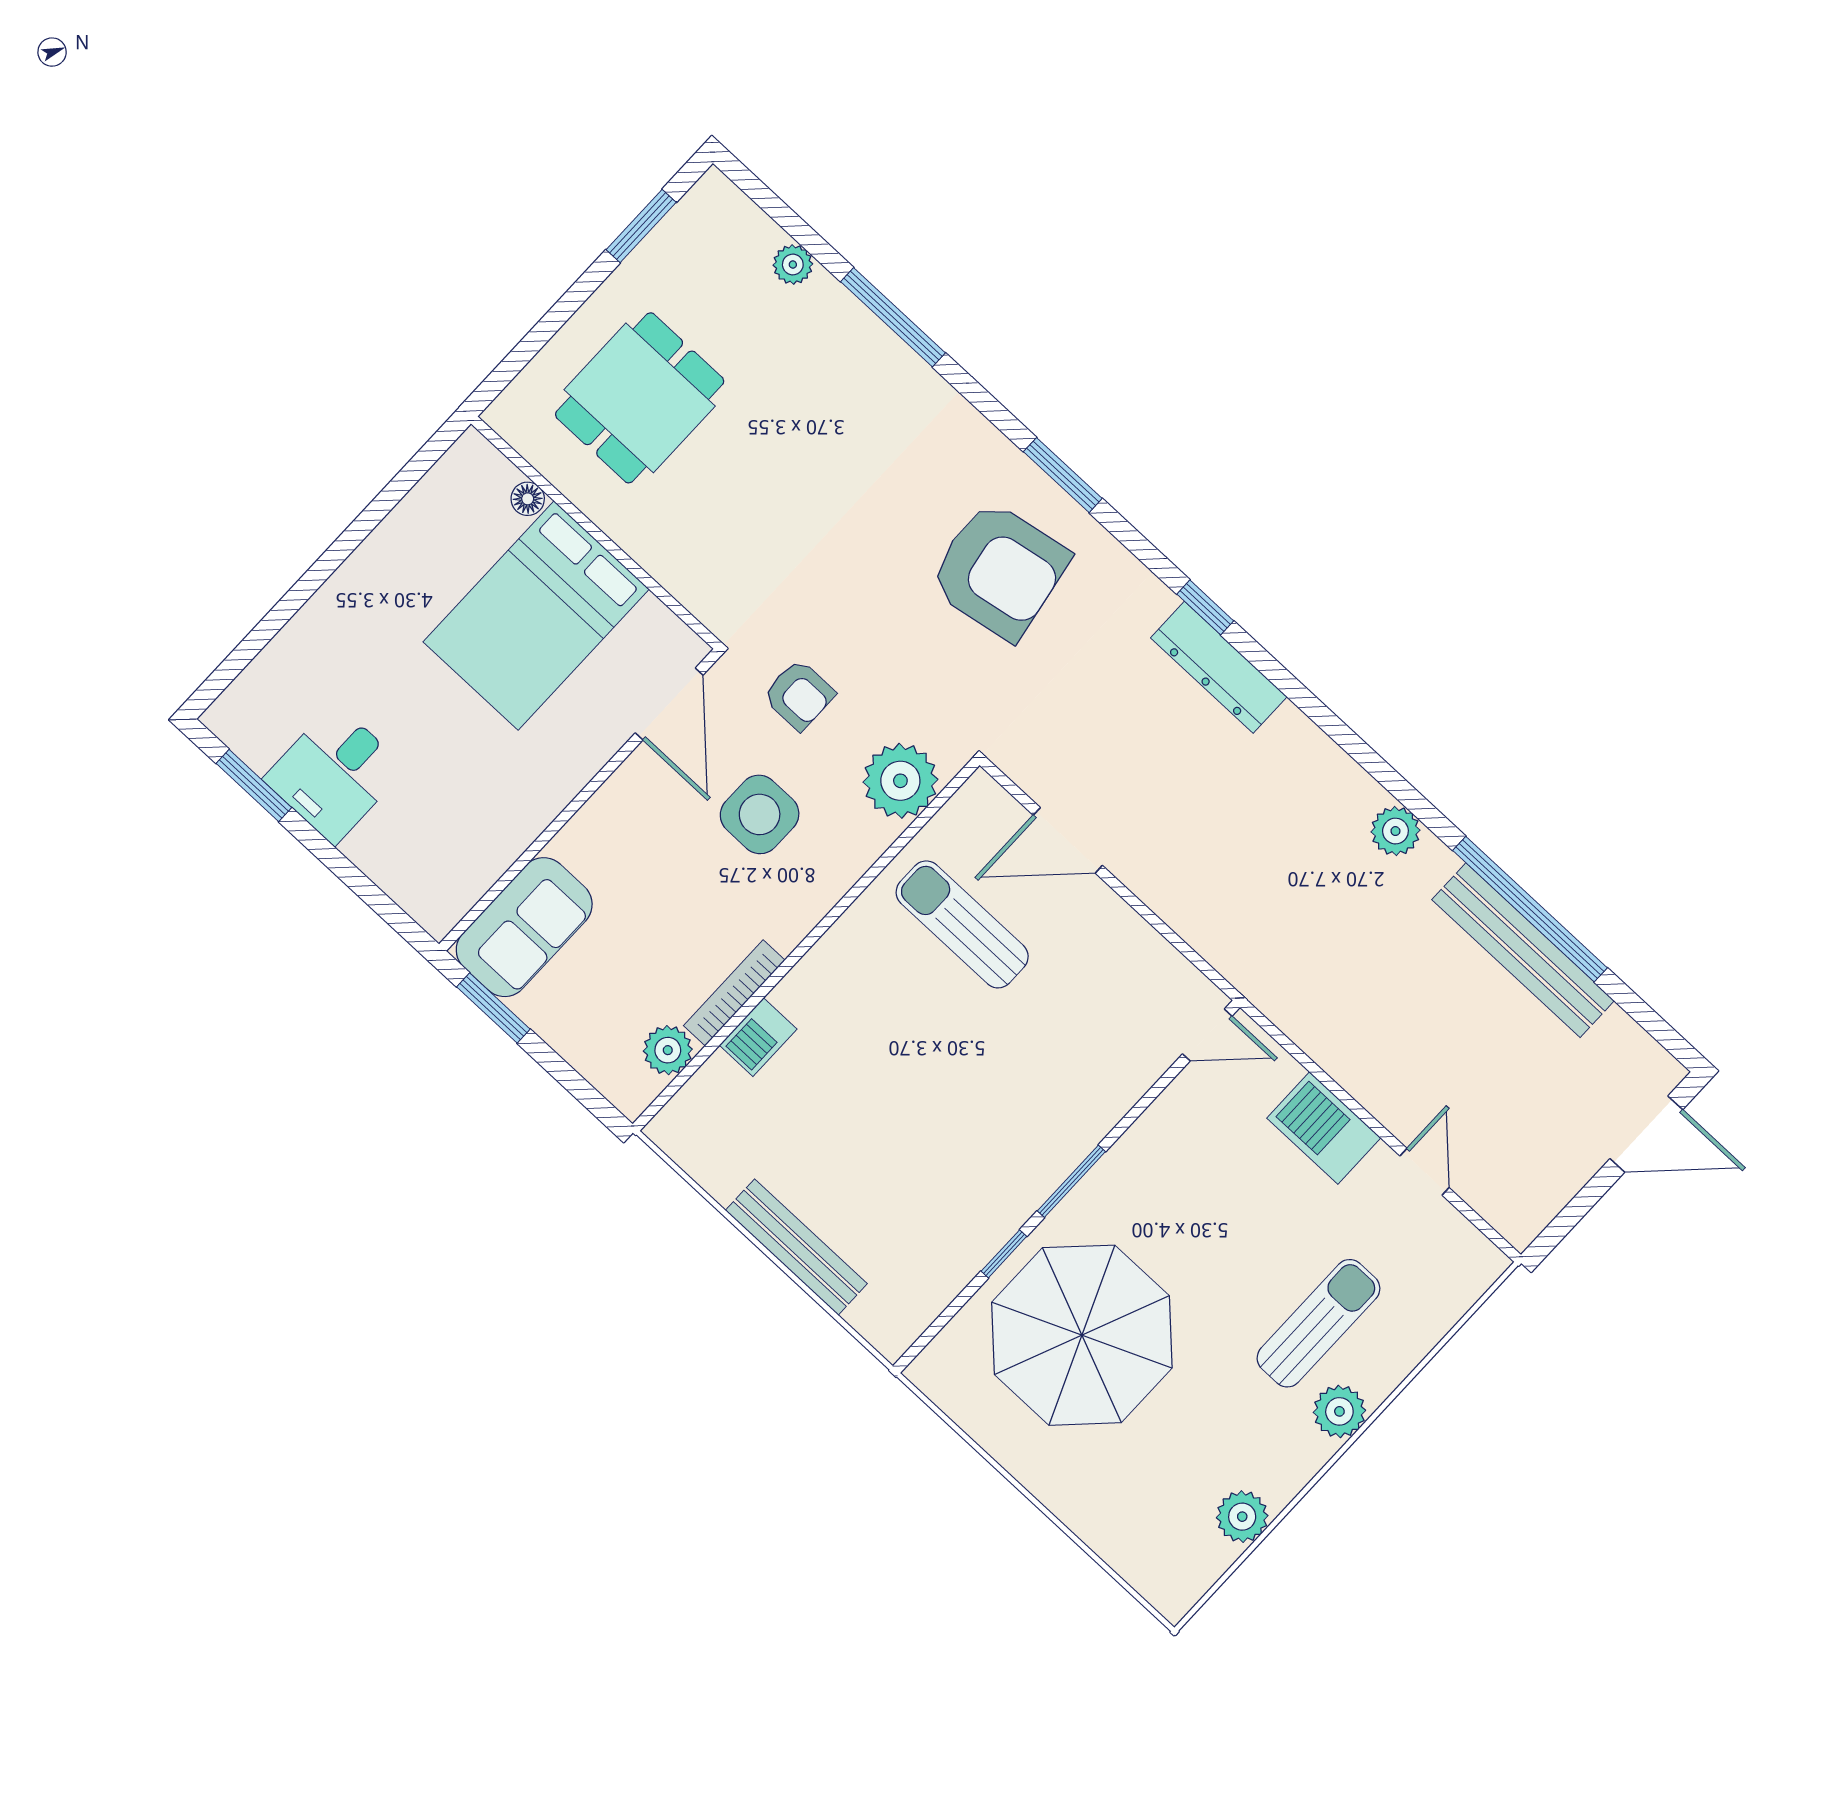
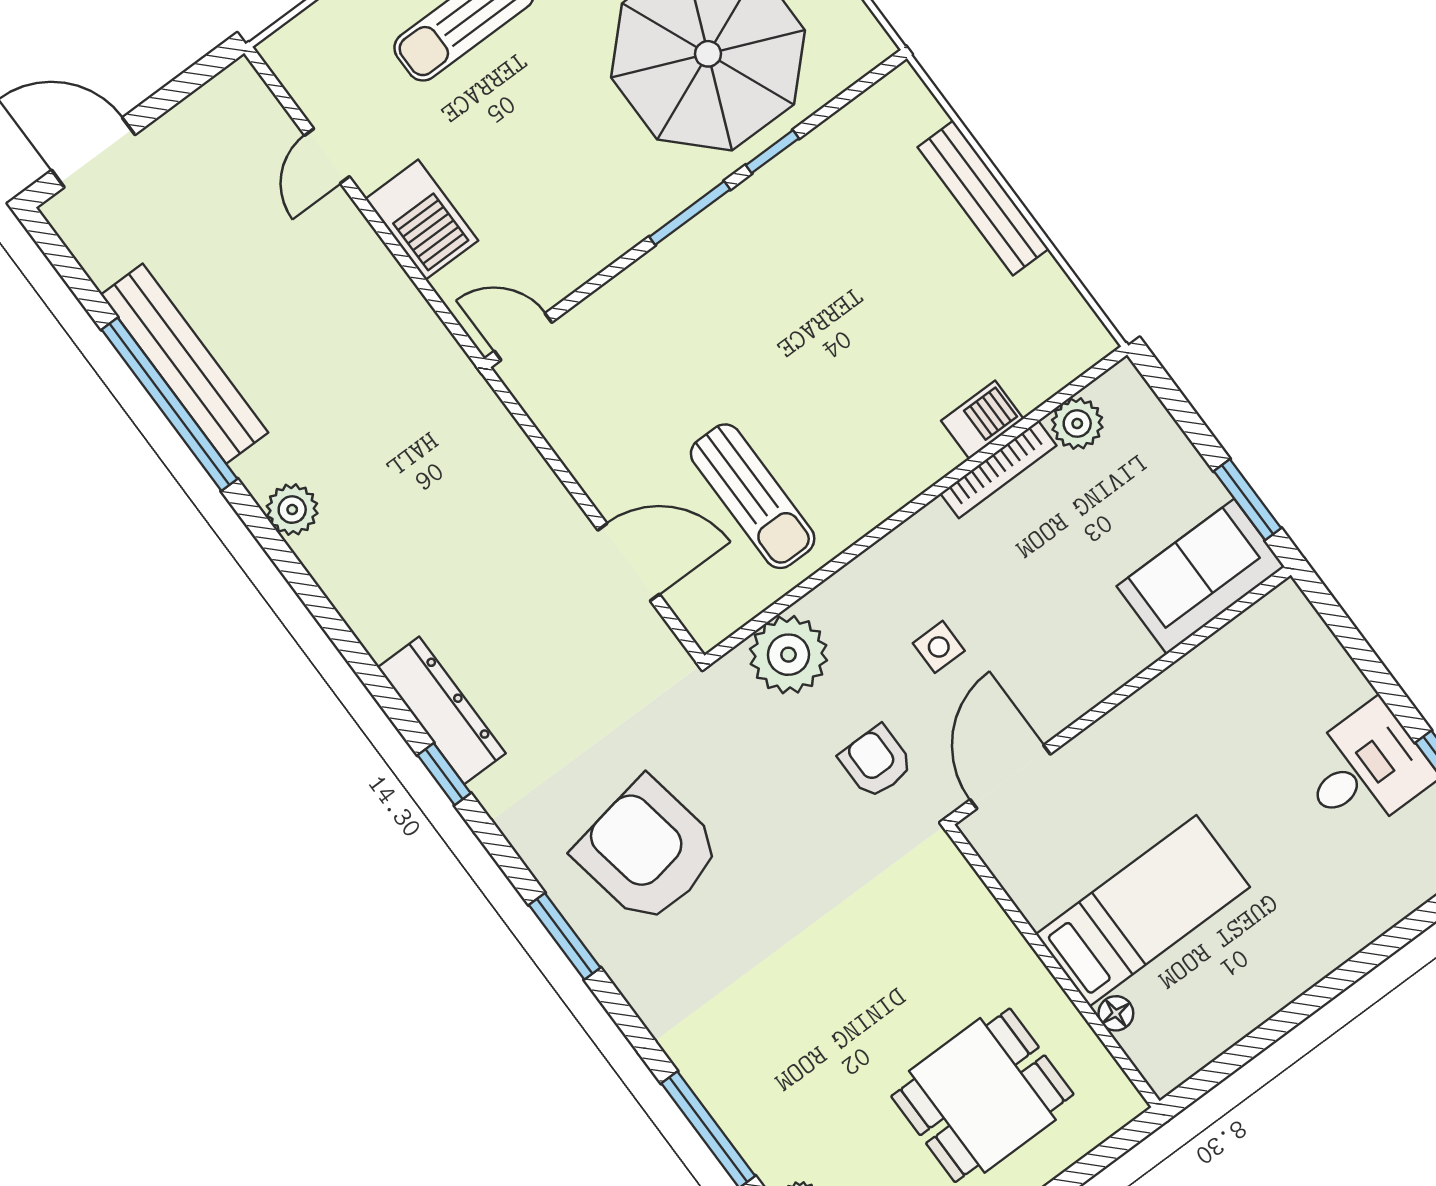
bed: (536, 615) -> (1143, 911), width x0.67
side table: (760, 814) -> (939, 647), width x0.54, depth x0.54

